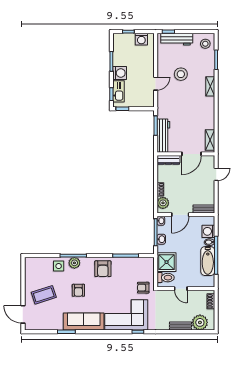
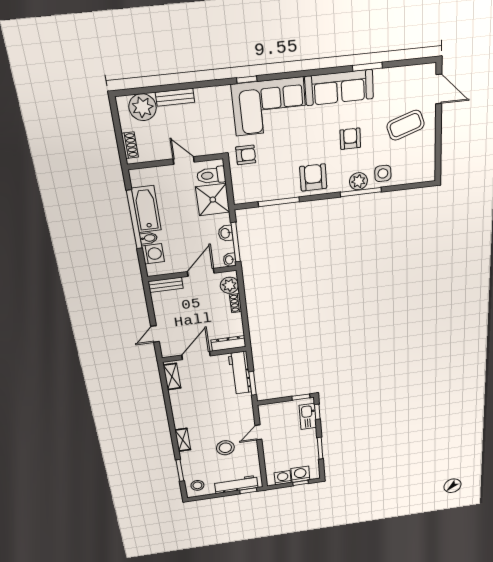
washing machine: (120, 73) -> (300, 474), moved, turned 90

